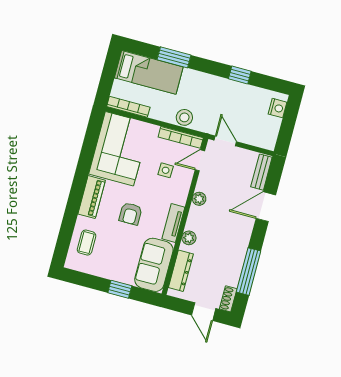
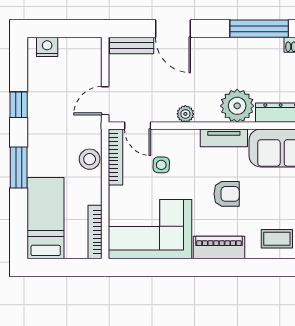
window: (174, 57) -> (19, 167), moved
plant: (189, 238) -> (237, 106), width x1.87, depth x1.87

